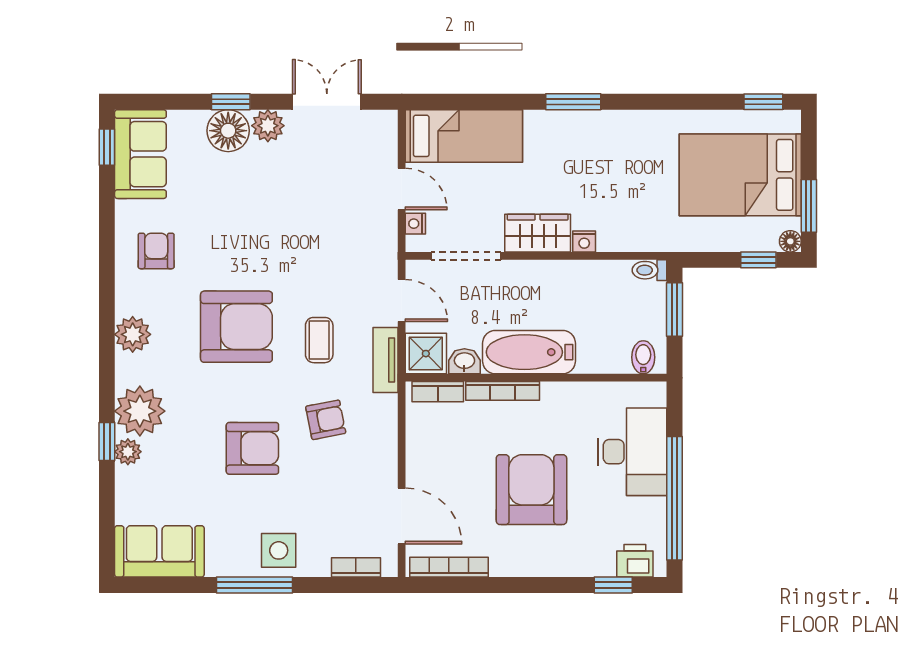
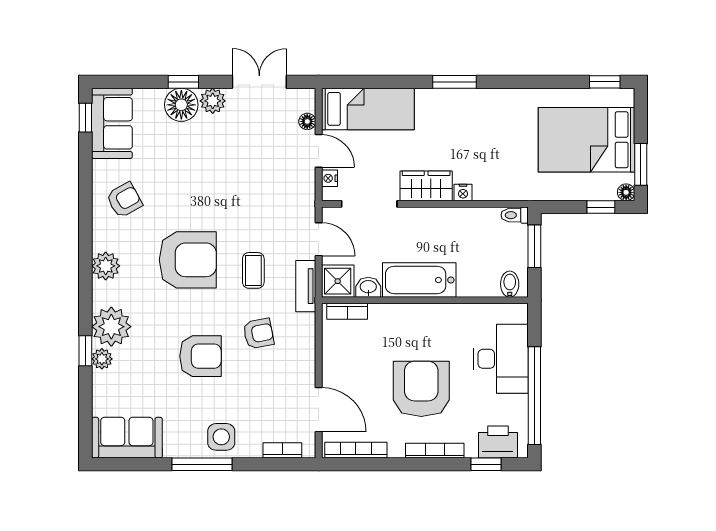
floor lamp: (387, 152) -> (307, 121), added
armchair: (156, 251) -> (124, 200), turned 61
bookcase: (503, 391) -> (435, 451), moved, turned 180
printer: (635, 561) -> (498, 442), width x1.36, depth x1.24

